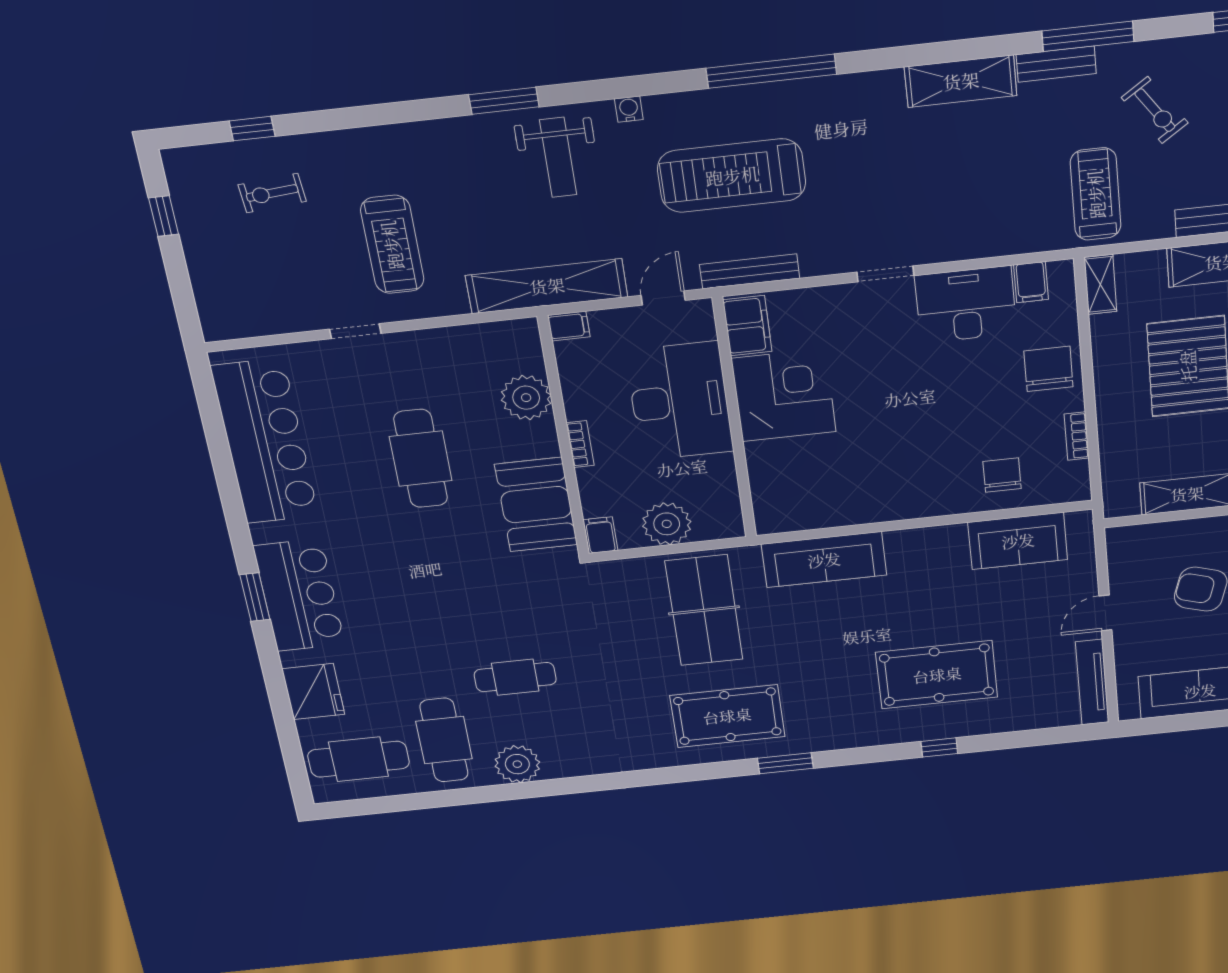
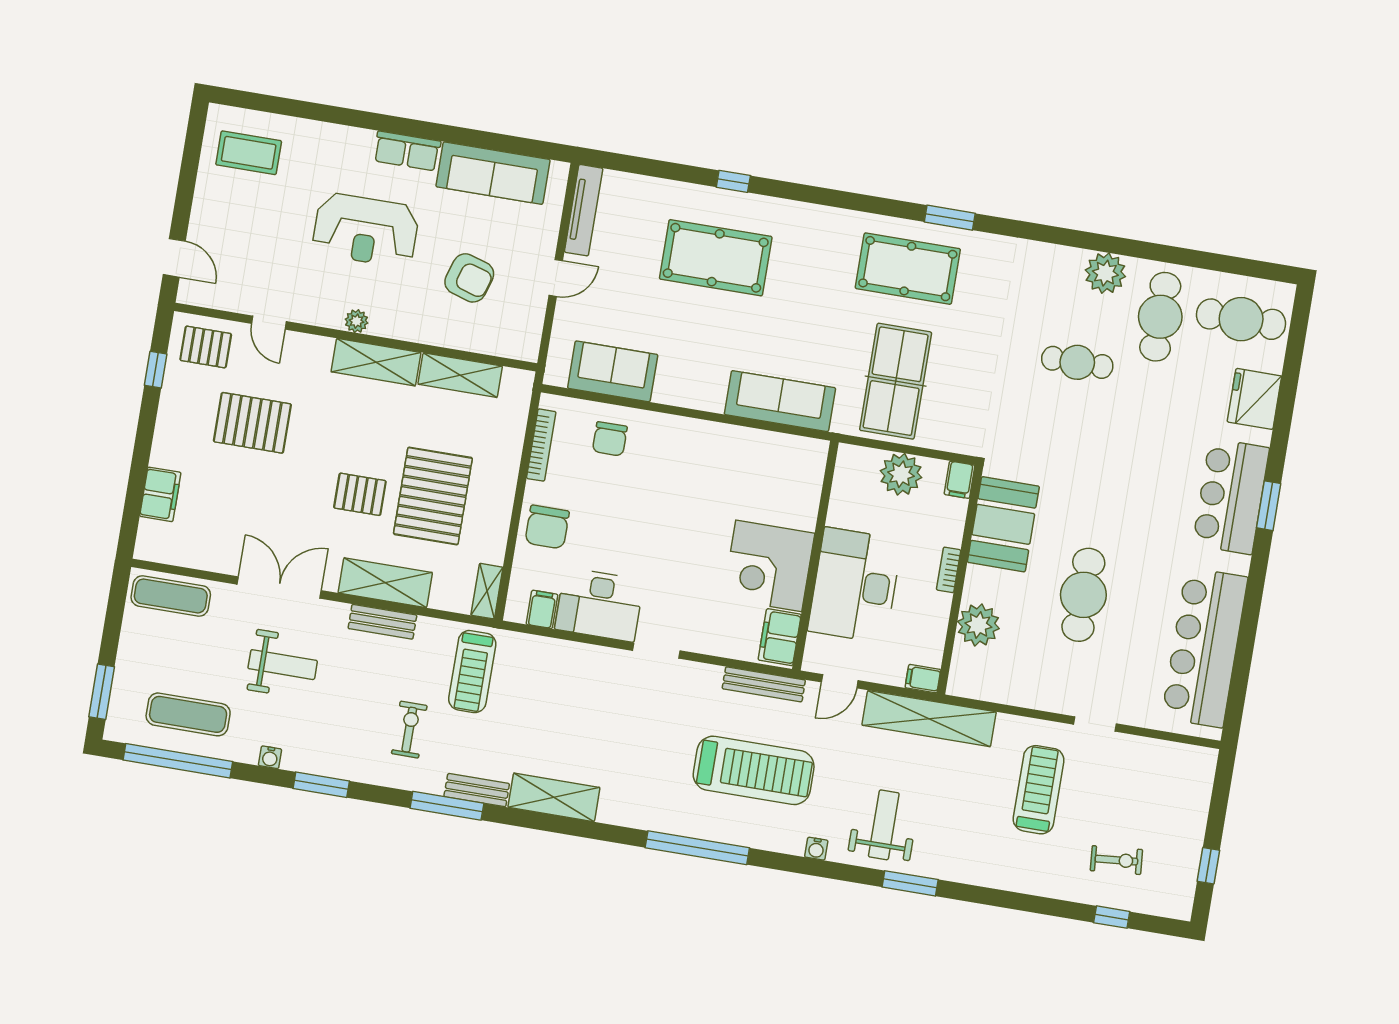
exercise bike: (1155, 110) -> (409, 730), turned 35
bookcase: (1077, 436) -> (541, 445), width x1.56
window: (785, 763) -> (950, 218), moved

